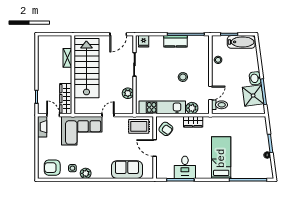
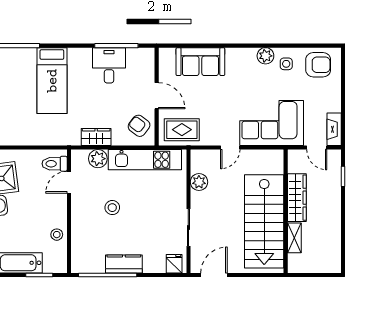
wardrobe: (66, 99) -> (297, 198), moved

